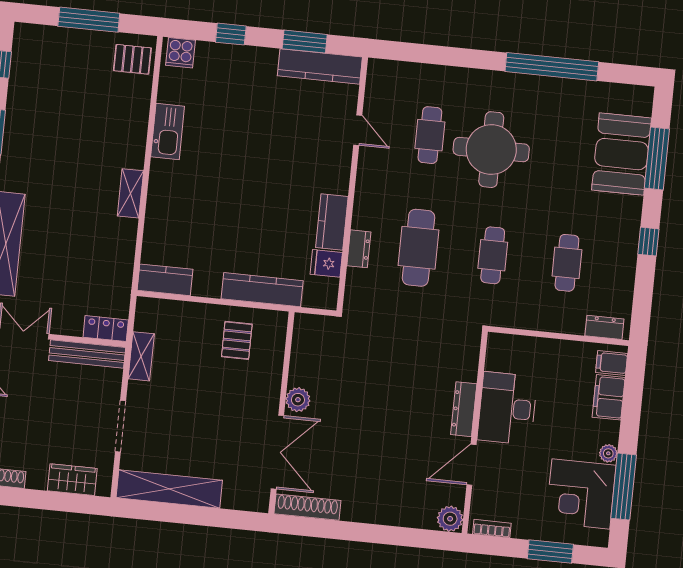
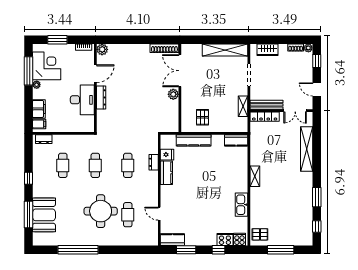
cooker: (214, 56) -> (225, 239), added
kitchen counter: (320, 66) -> (172, 240), width x0.67
cafe table: (418, 248) -> (128, 165), width x0.73, depth x0.74
locker: (106, 329) -> (265, 117), width x1.53

